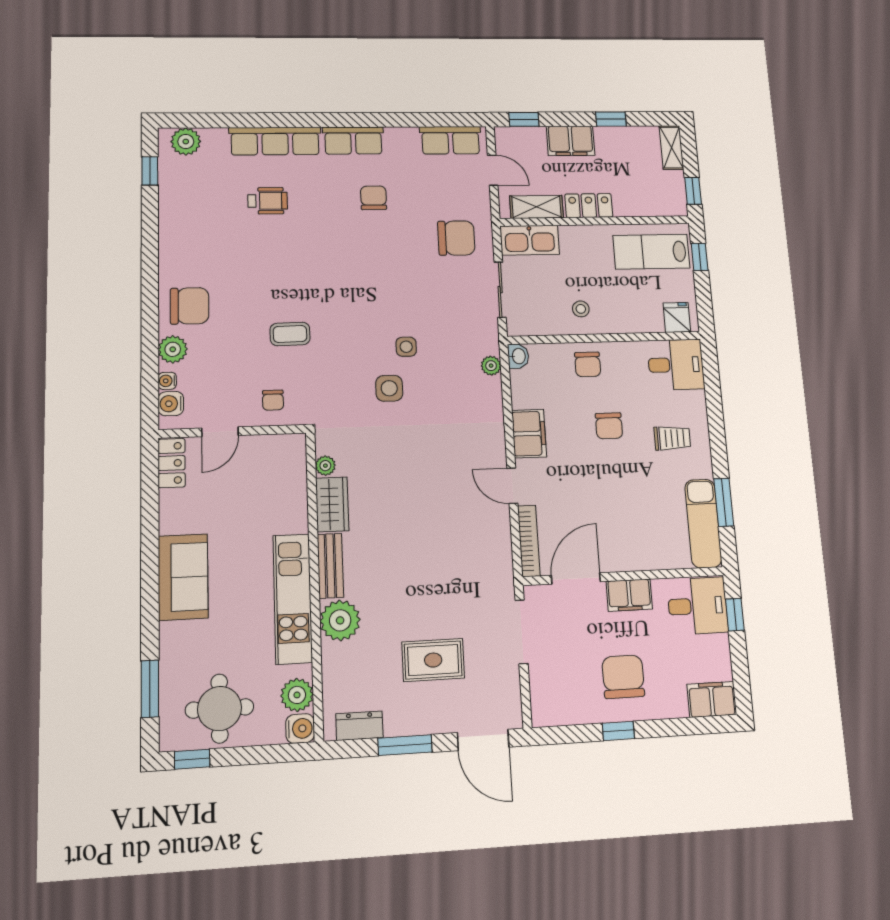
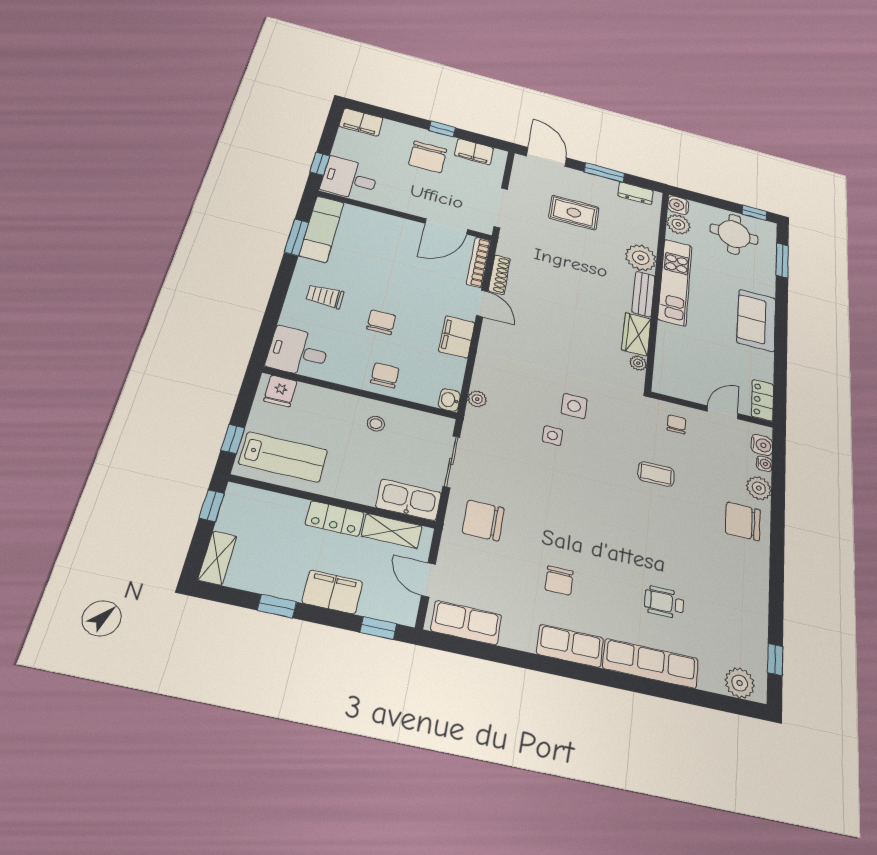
shoe rack: (502, 532) -> (499, 275), added
filing cabinet: (629, 595) -> (474, 152), moved, turned 180

